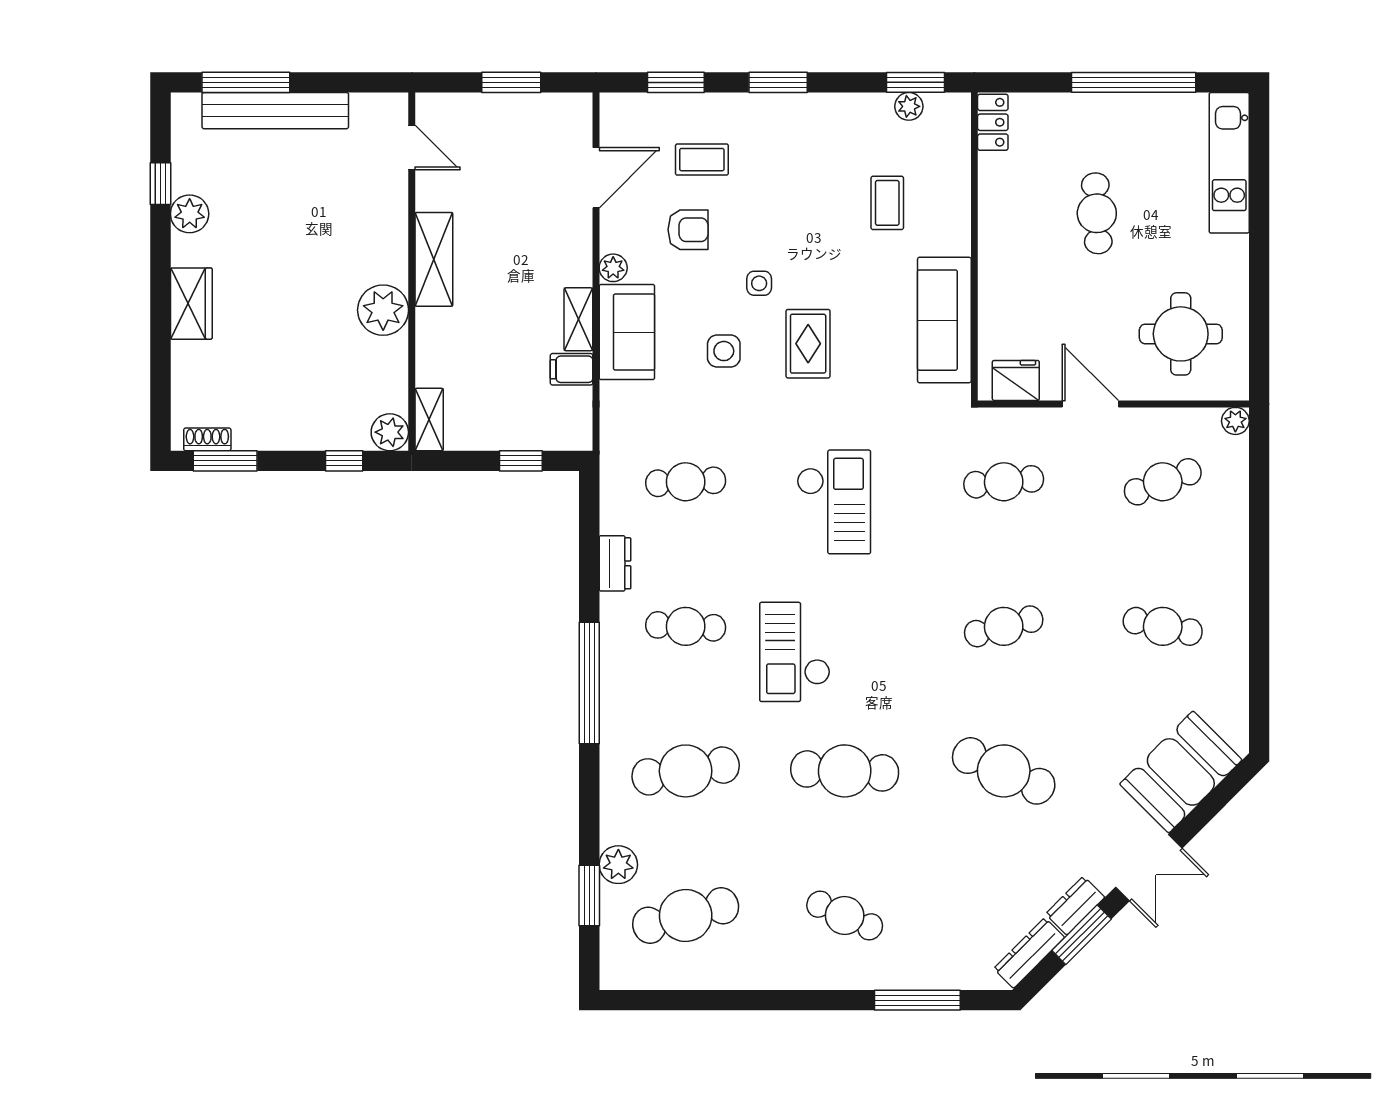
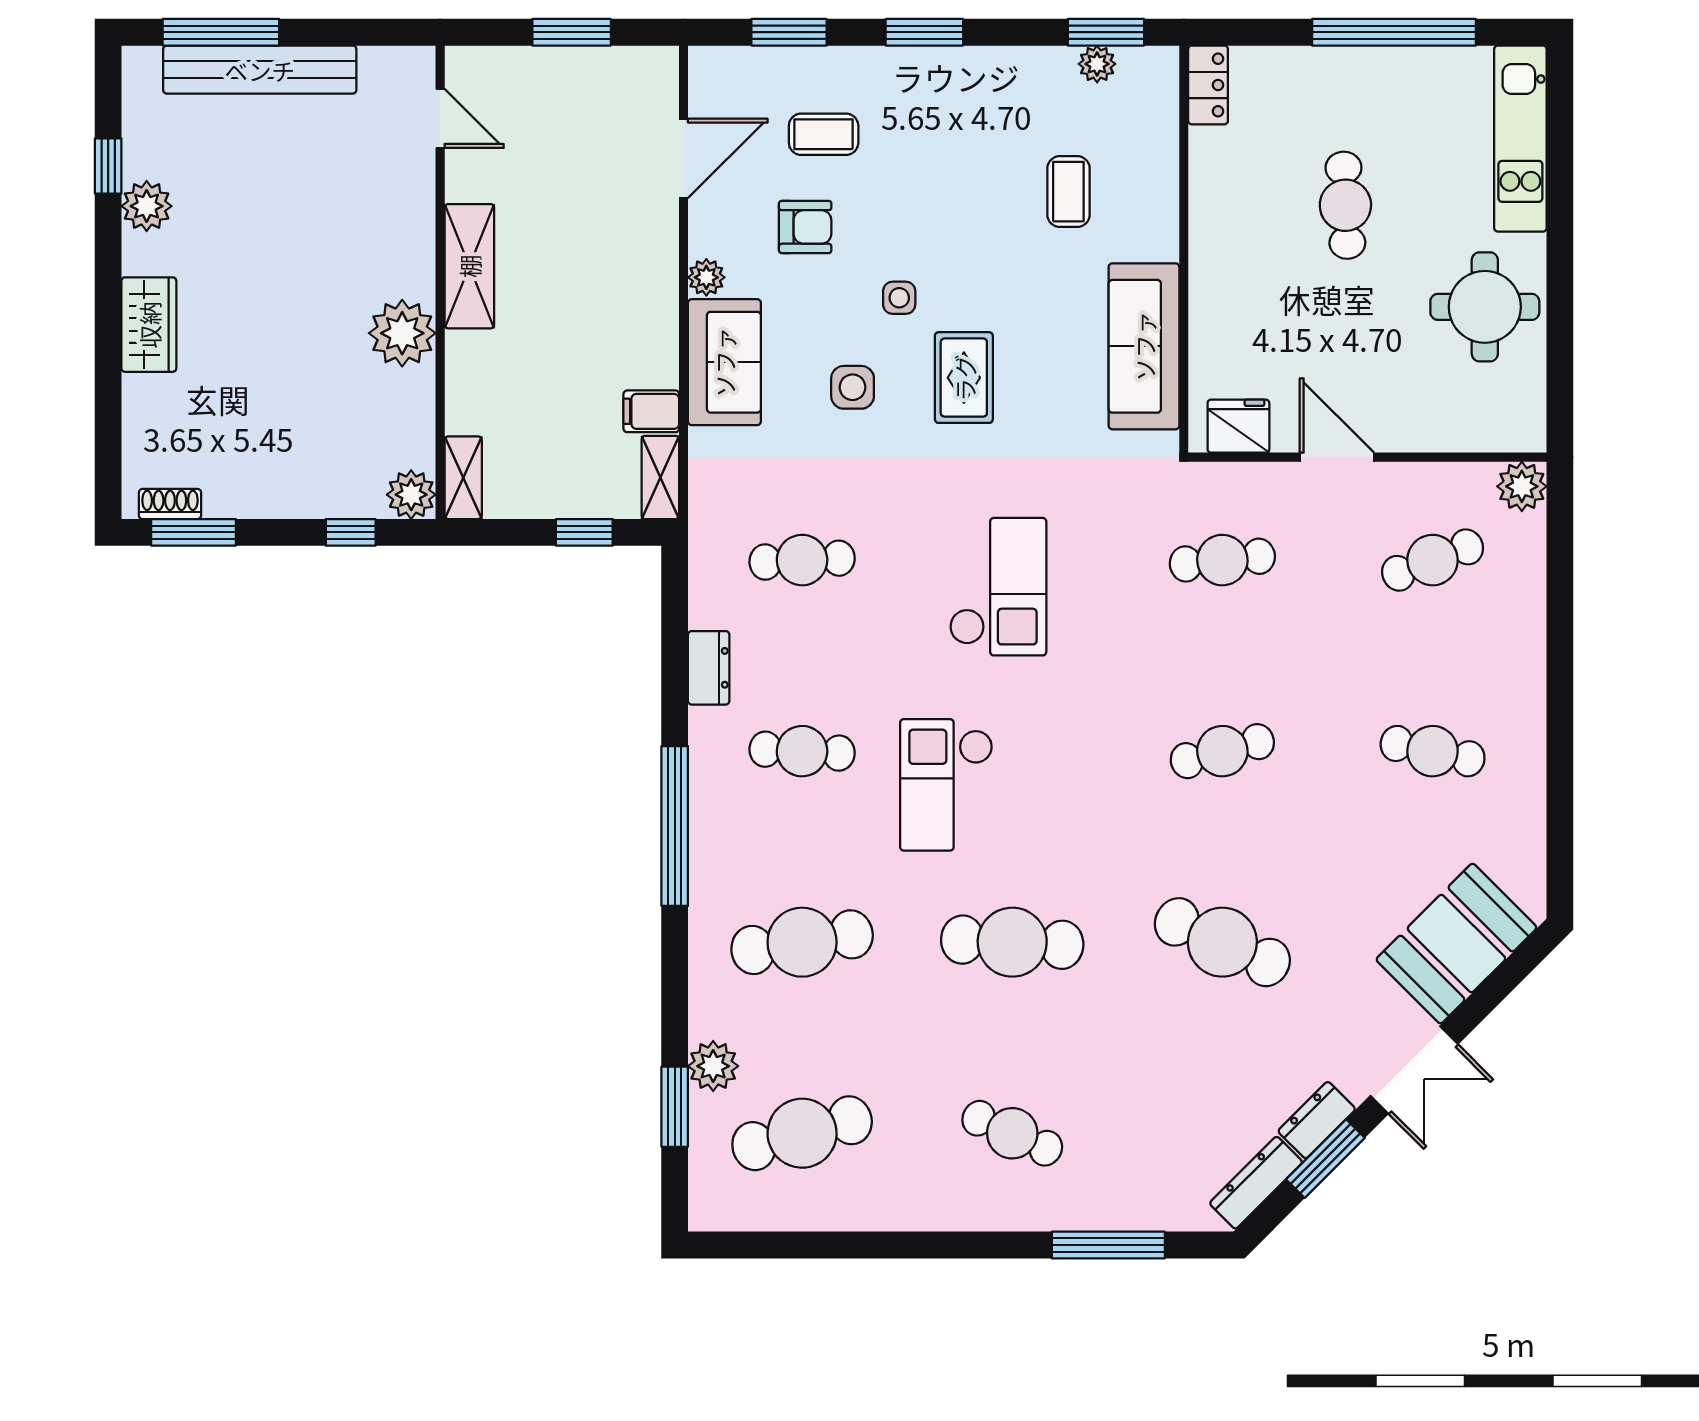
shelving: (578, 319) -> (660, 477), moved
round table: (1181, 334) -> (1485, 307), moved
plant: (1235, 421) -> (1522, 486), width x1.38, depth x1.38

